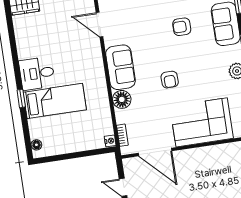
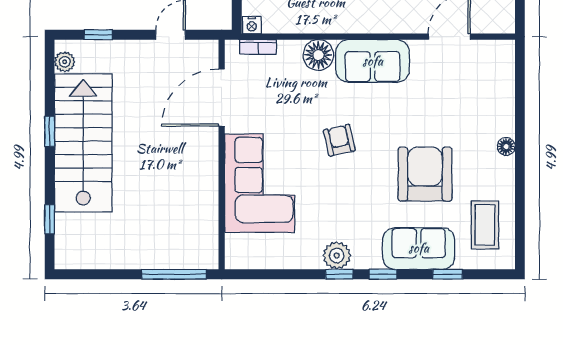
armchair: (182, 27) -> (425, 174), width x1.88, depth x1.88
armchair: (170, 80) -> (339, 140), turned 78

